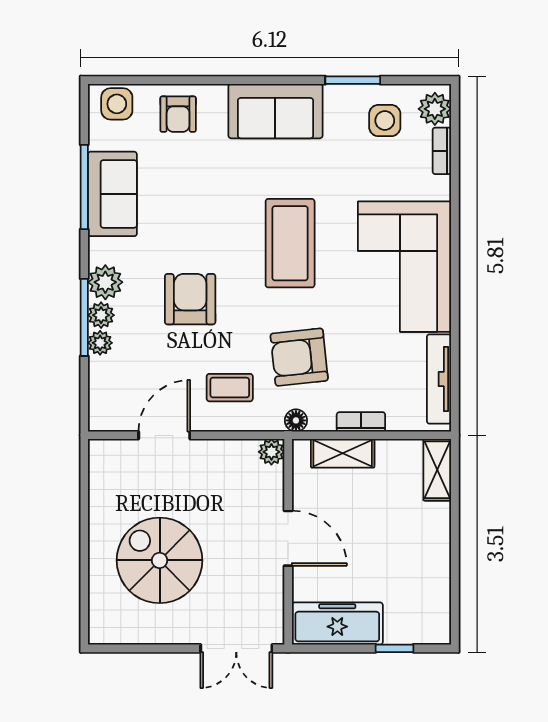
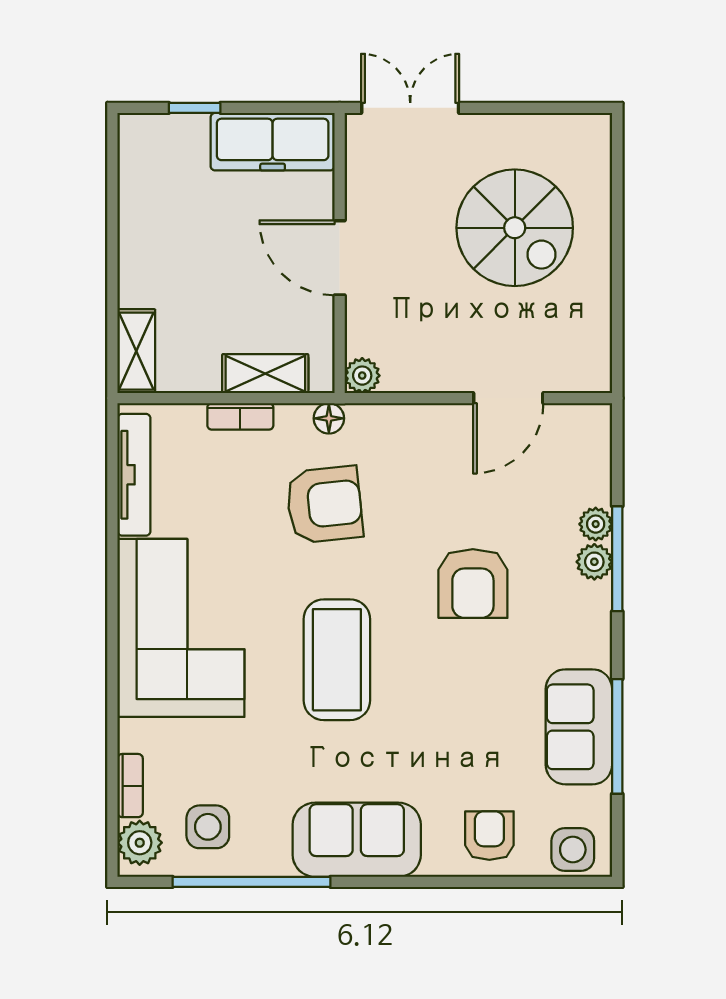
window: (353, 80) -> (251, 882), width x2.11
plant: (105, 282) -> (589, 607), removed
coffee table: (230, 388) -> (419, 463), removed

